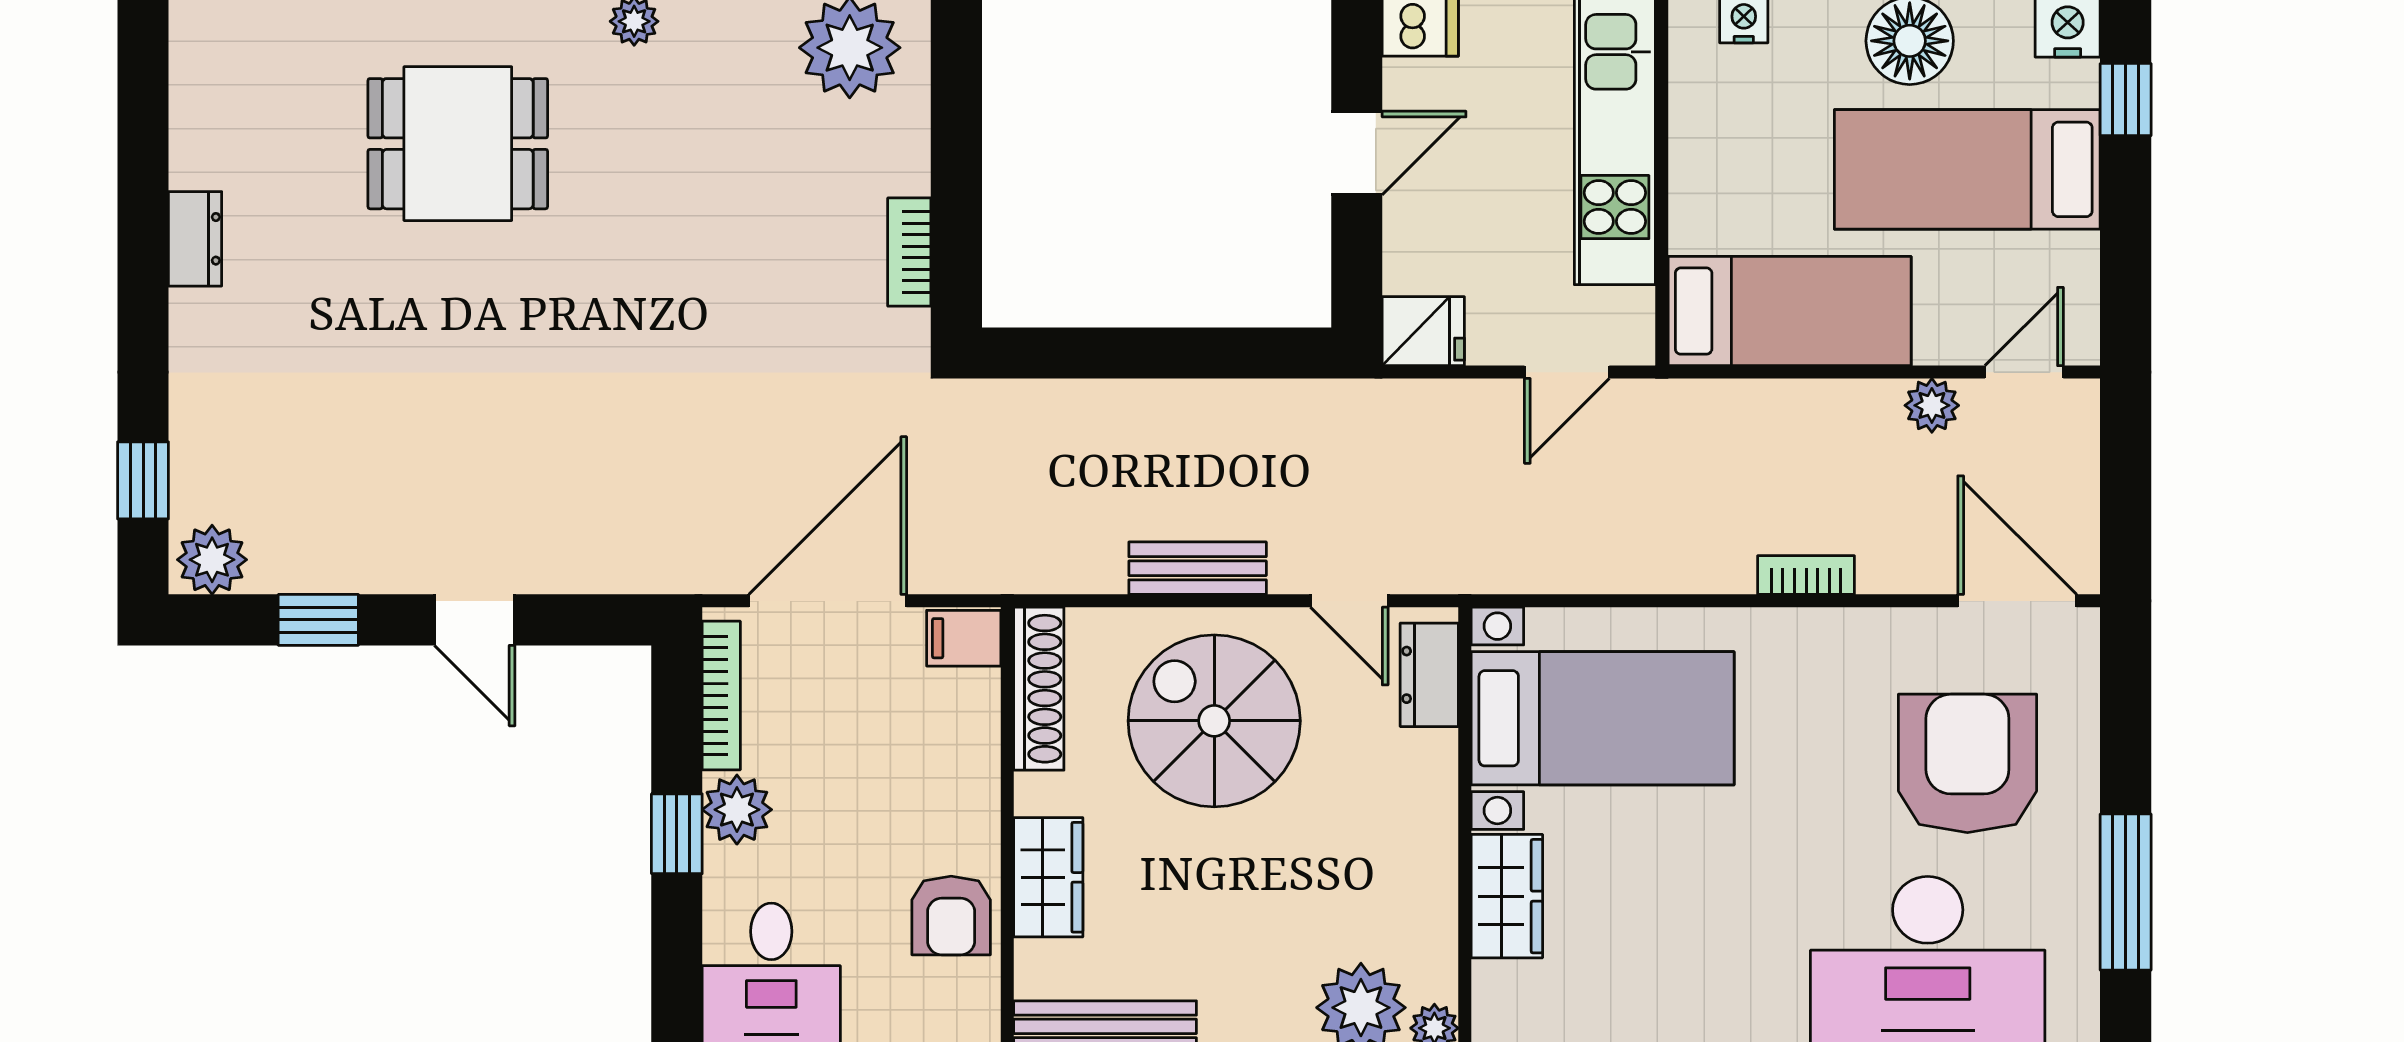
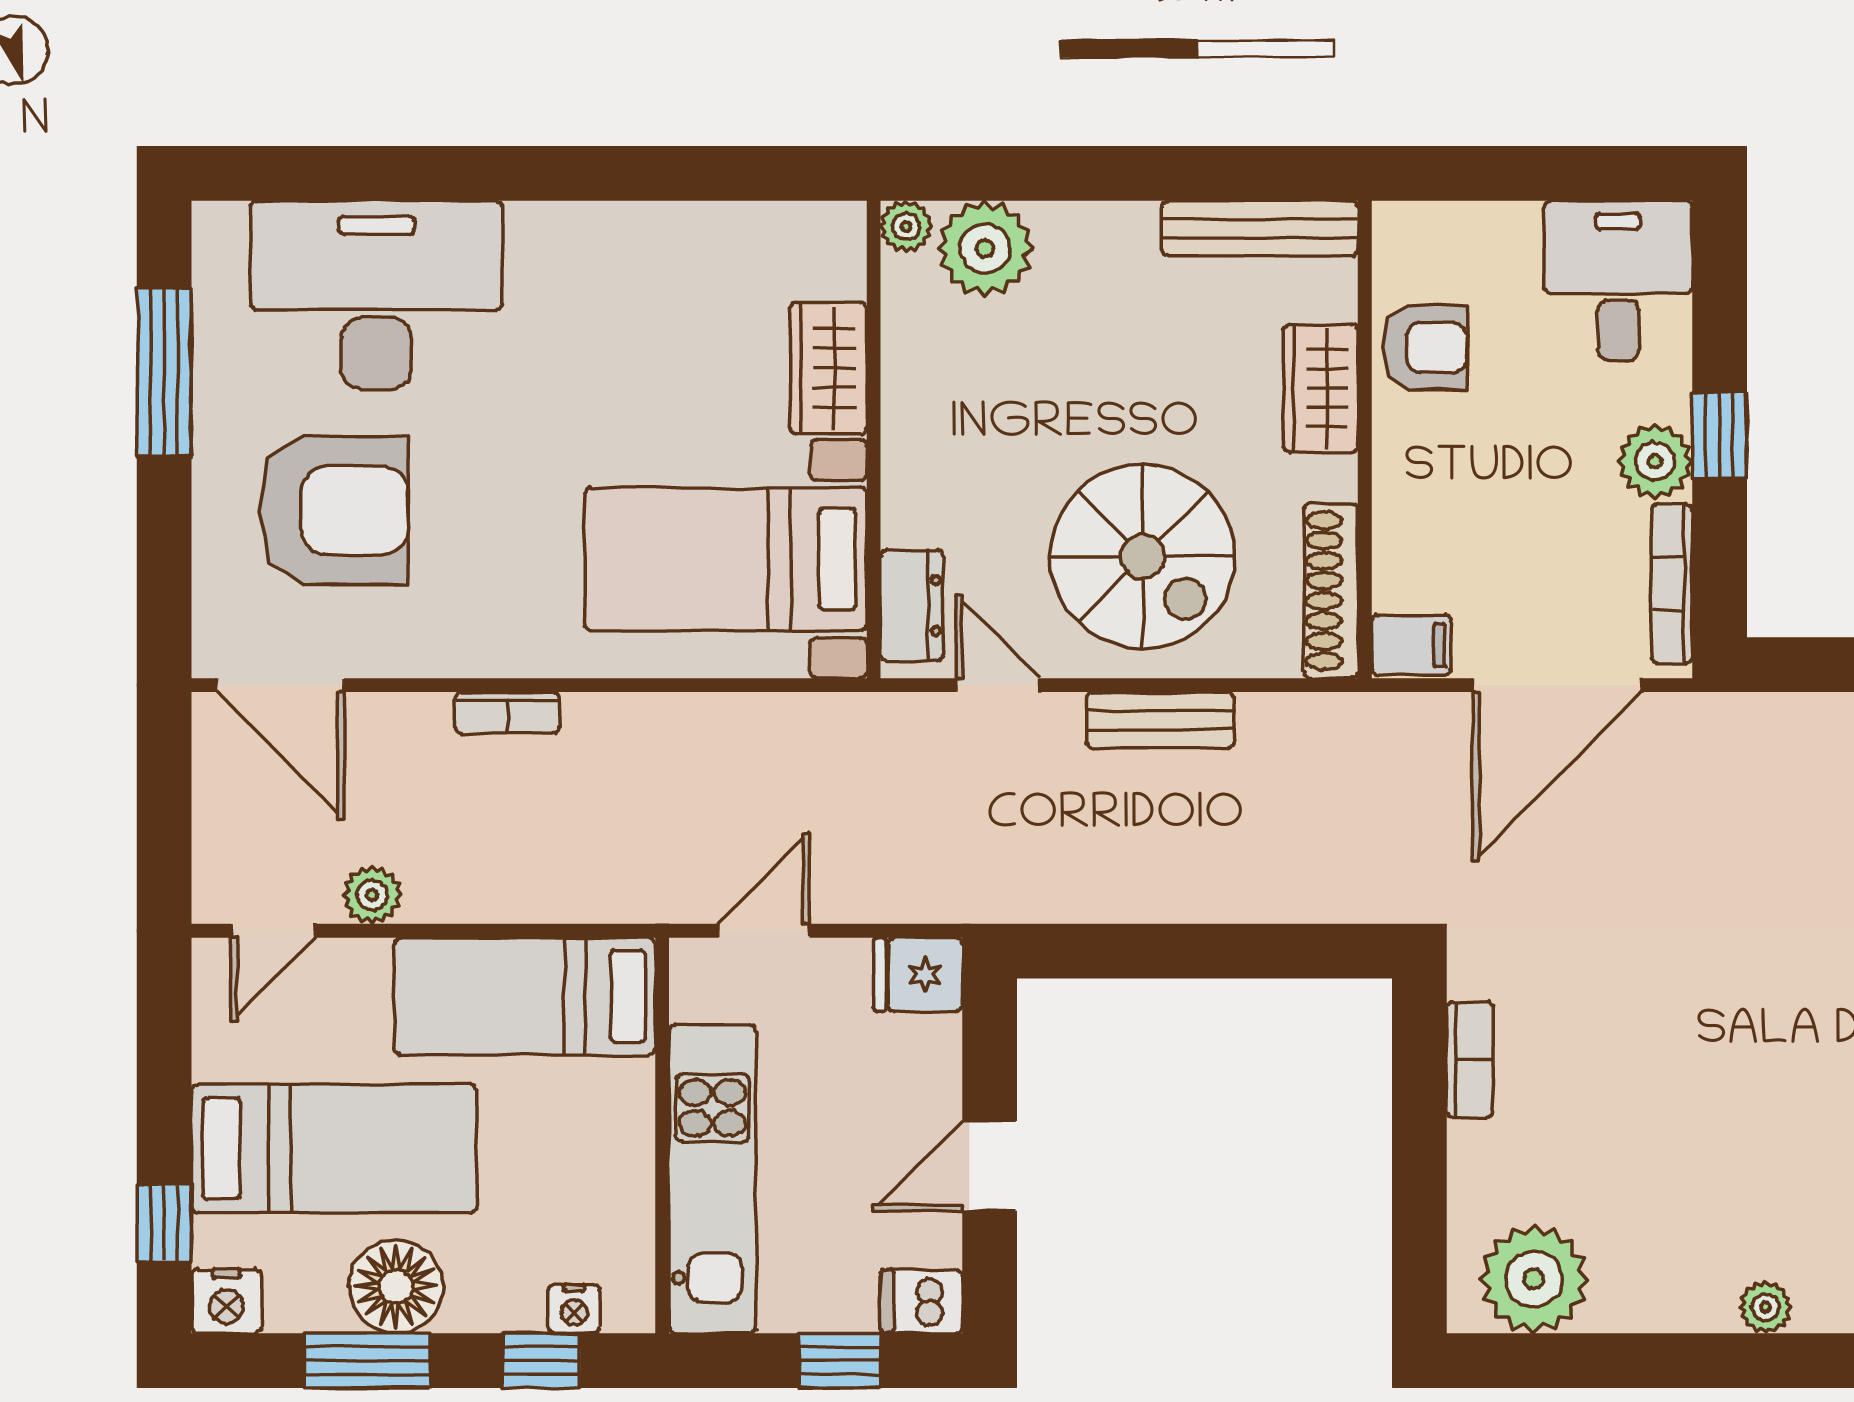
armchair: (1967, 763) -> (334, 511), turned -90
armchair: (951, 915) -> (1425, 347), turned 90

